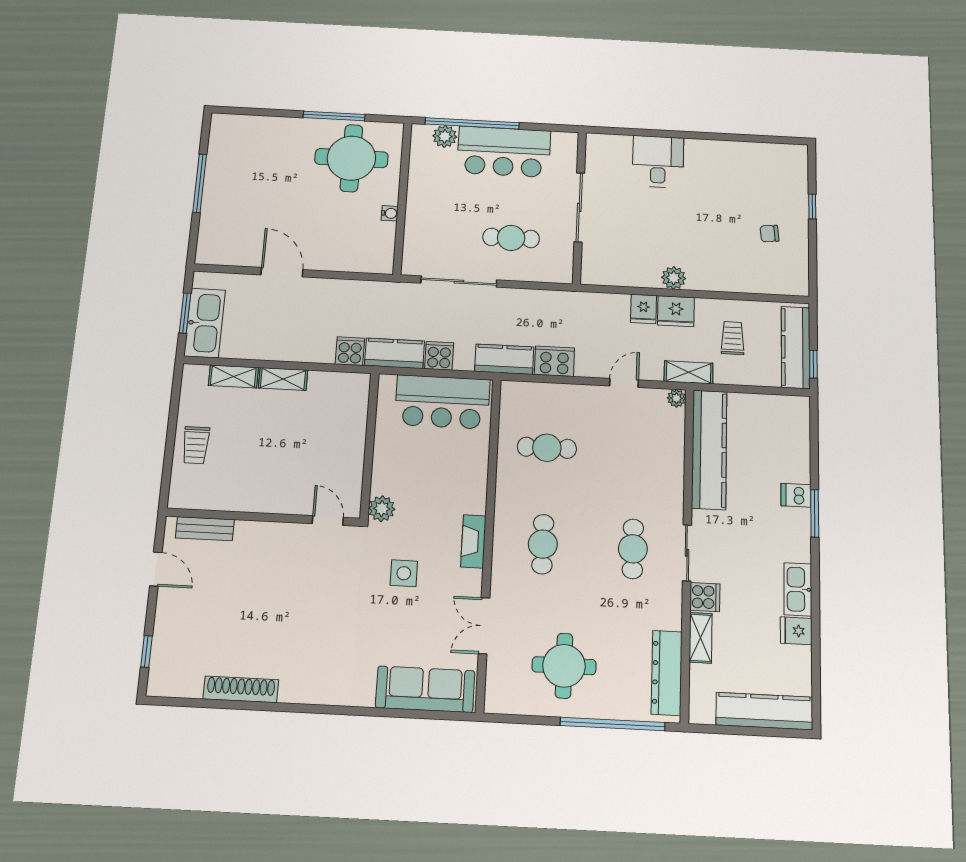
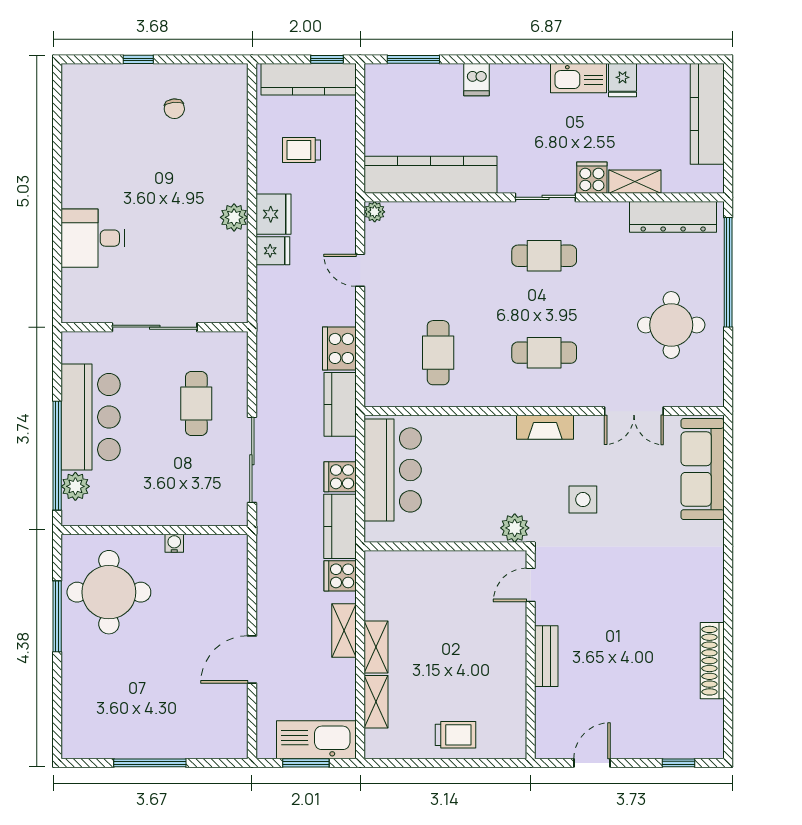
shelving: (689, 372) -> (344, 630), moved
window: (815, 513) -> (413, 59), moved
bench: (205, 529) -> (546, 656), moved

